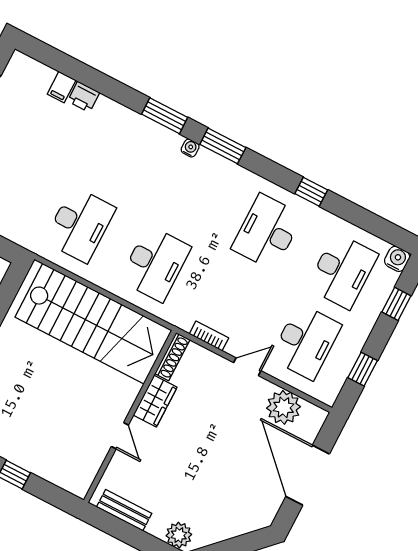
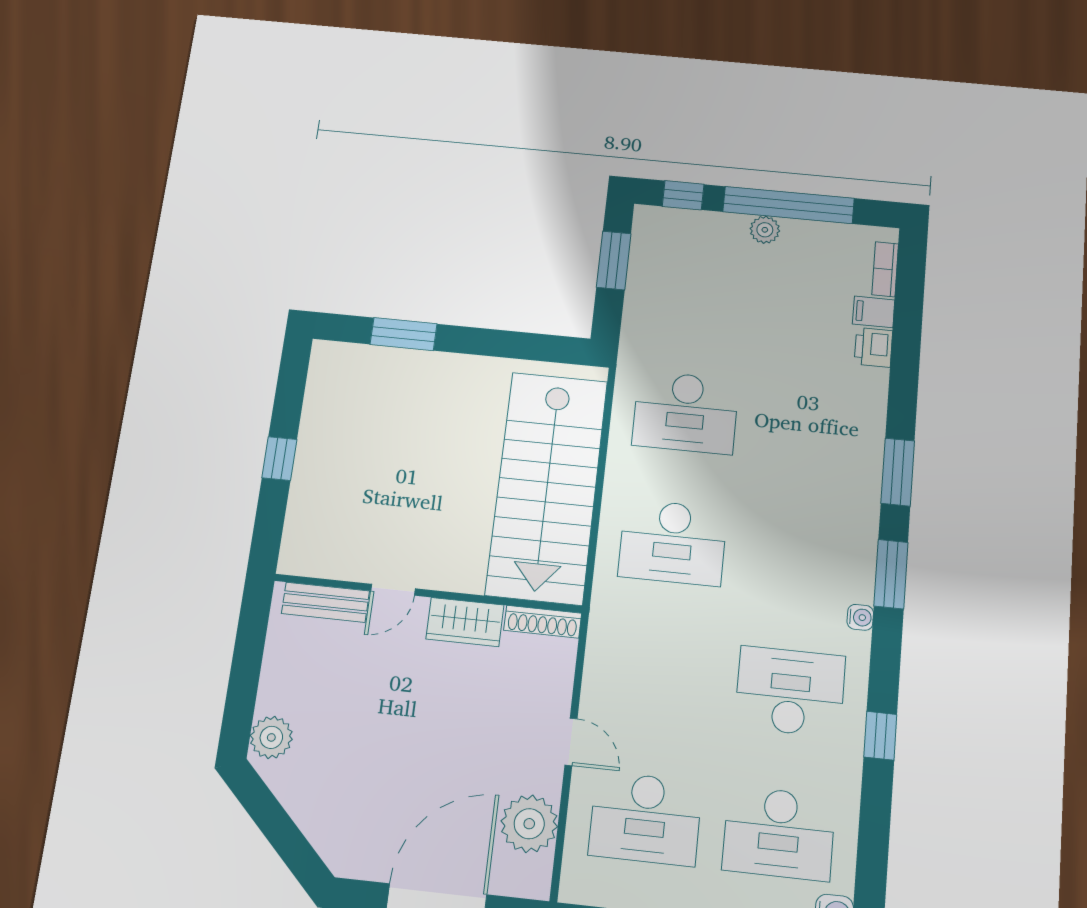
water cooler: (190, 148) -> (860, 617), moved
bookcase: (209, 336) -> (885, 269), moved, turned 180
bench: (124, 510) -> (326, 602), moved, turned 90

